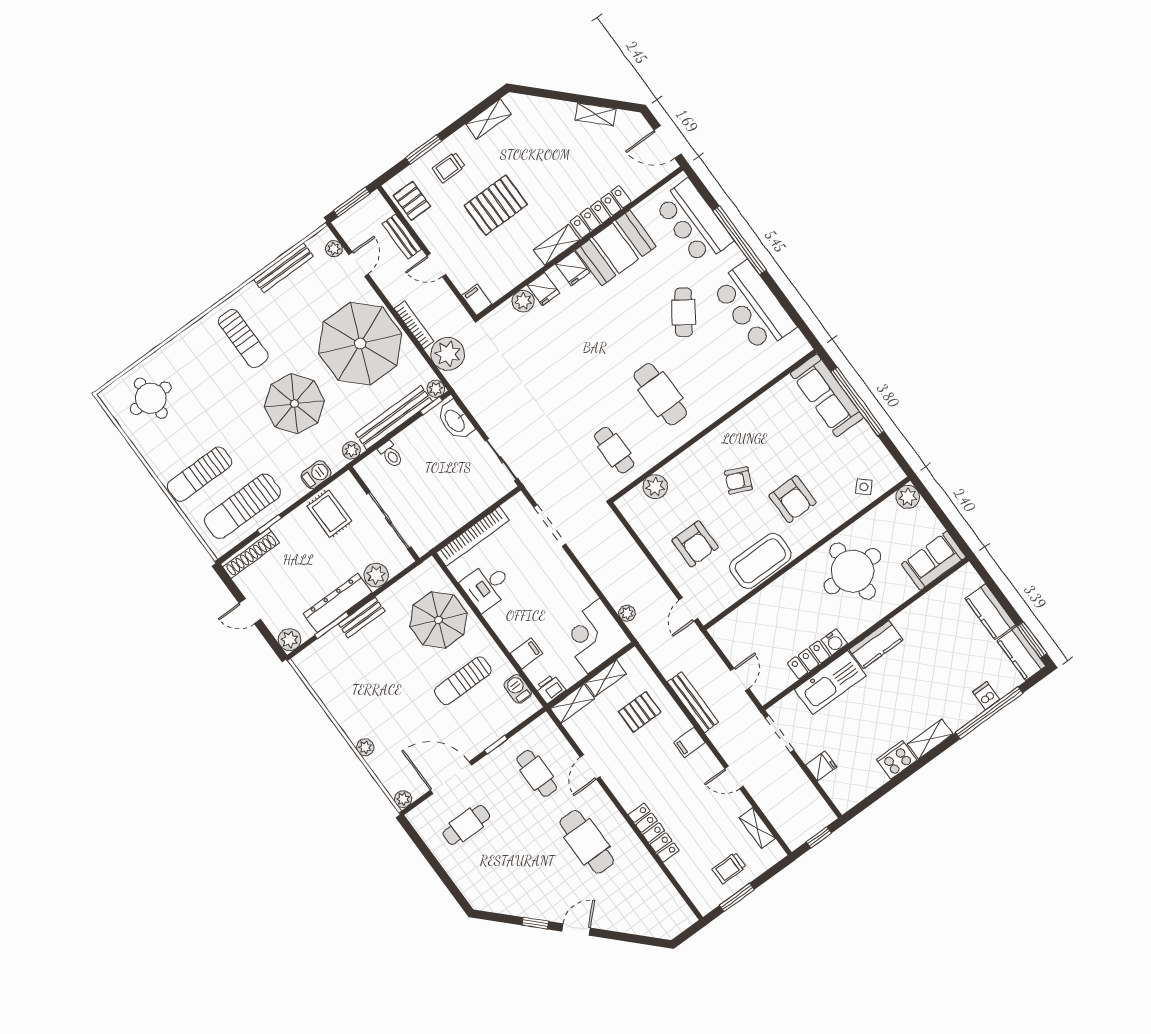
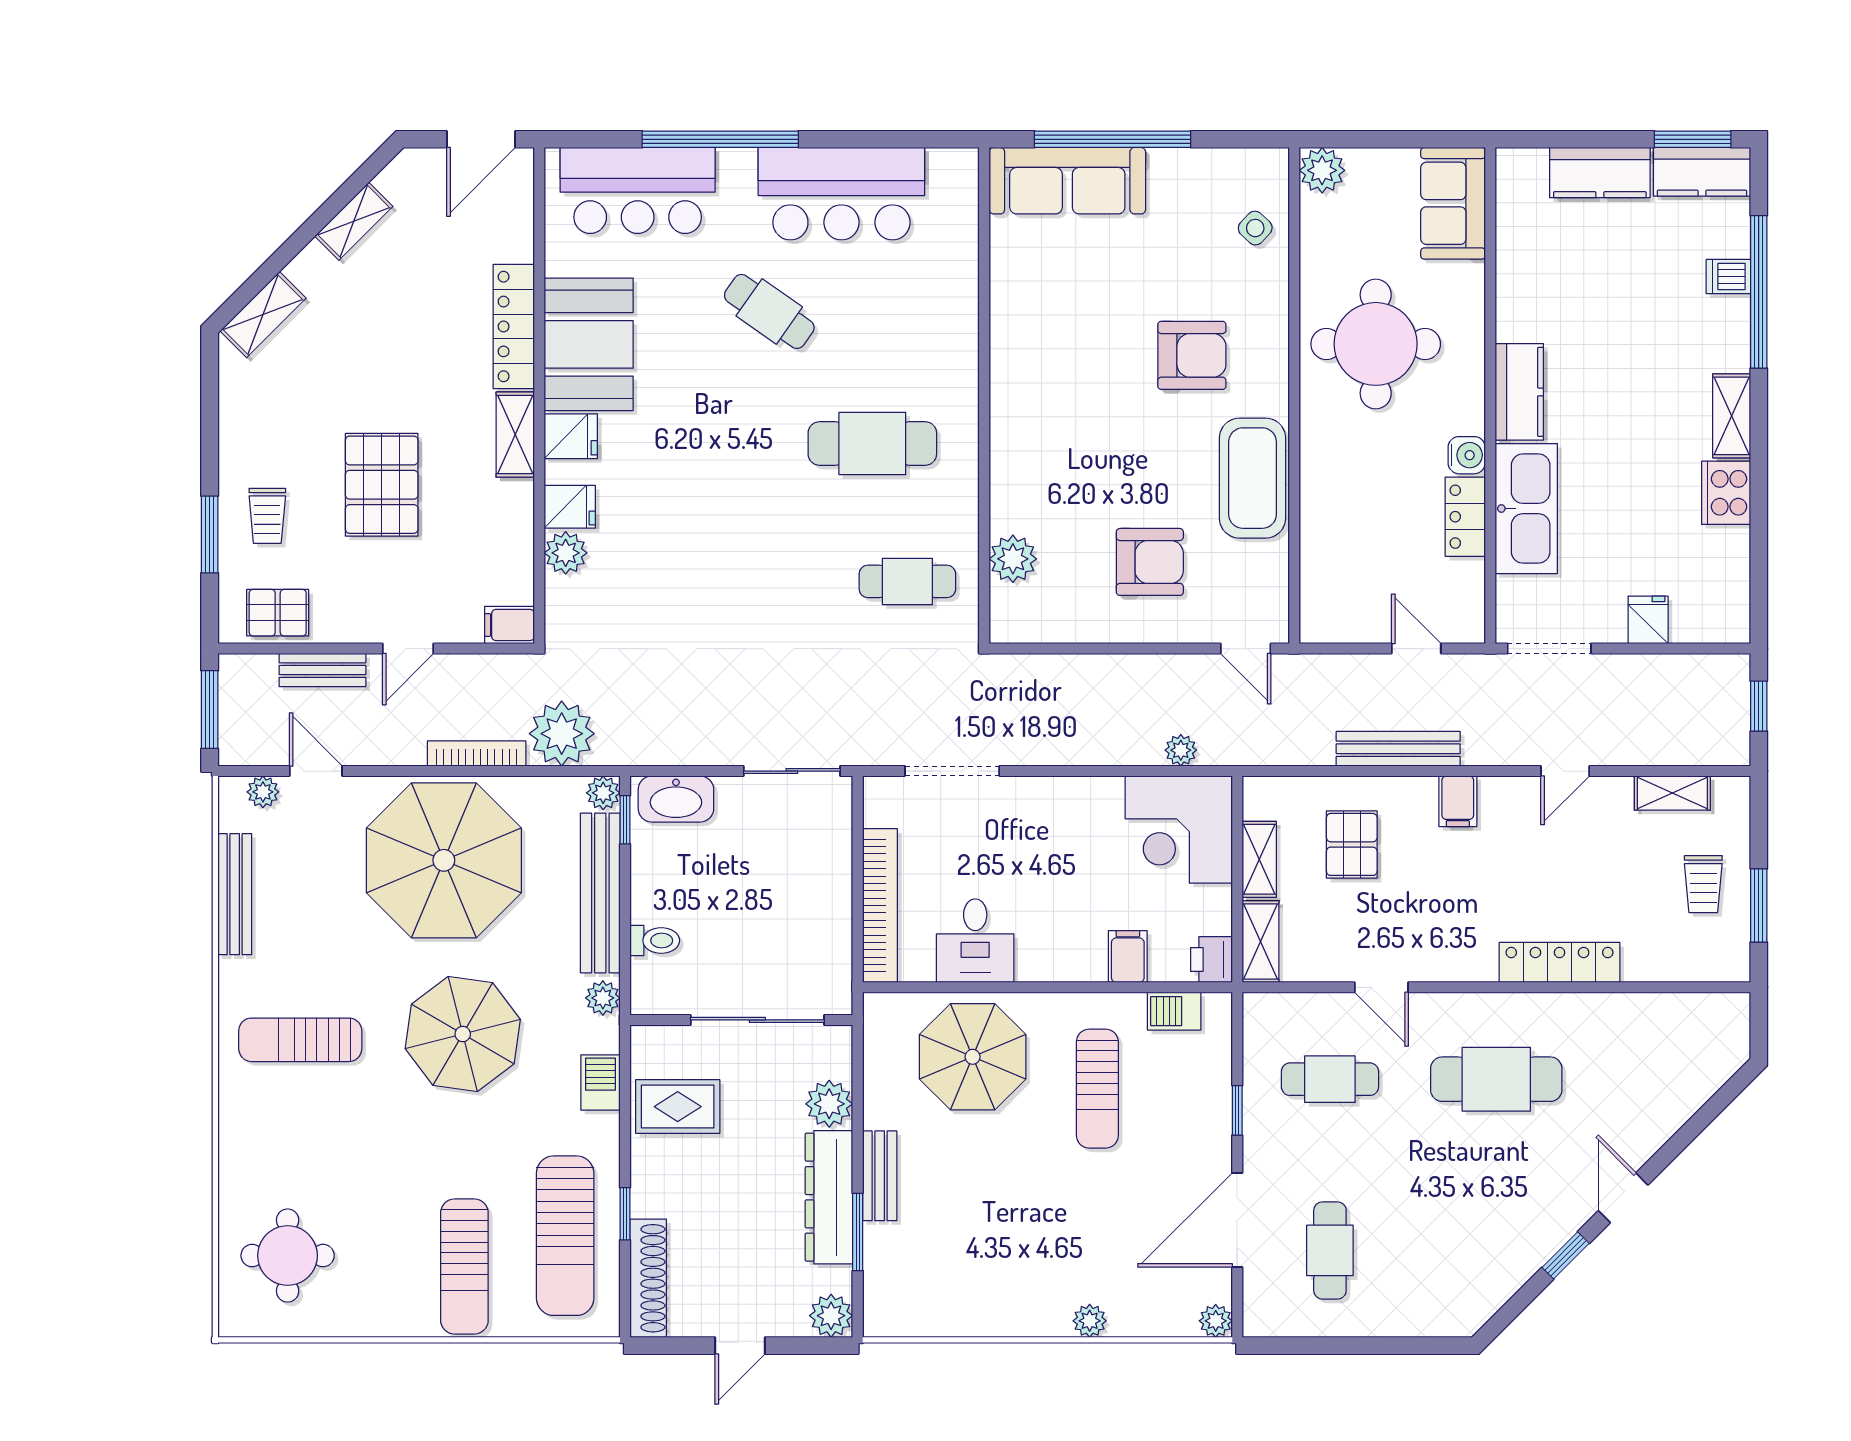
shelving: (488, 119) -> (263, 315), moved, turned 45
sun lounger: (243, 339) -> (300, 1040), turned 180
armchair: (738, 481) -> (1100, 420), removed

